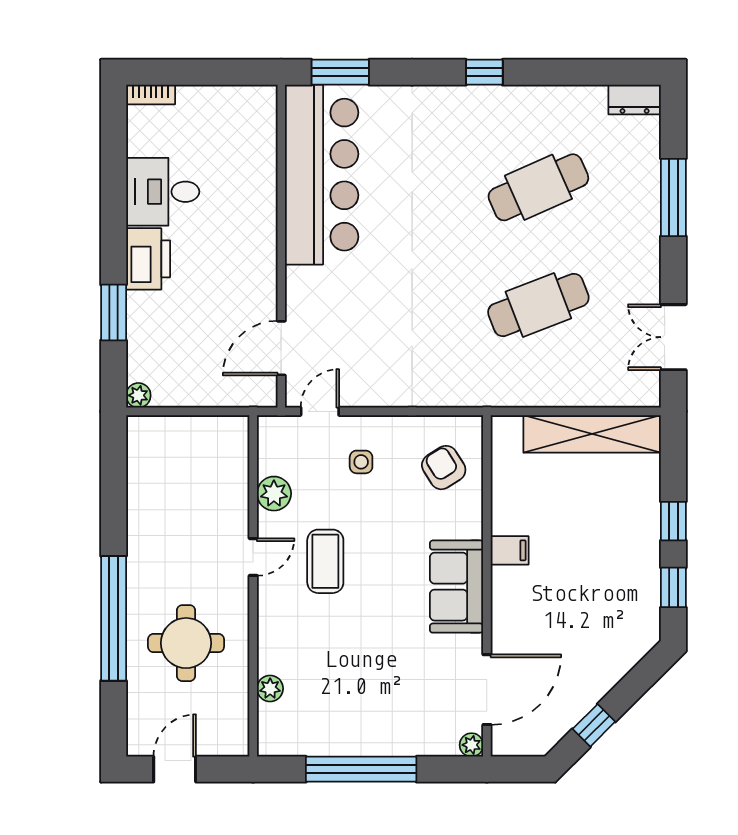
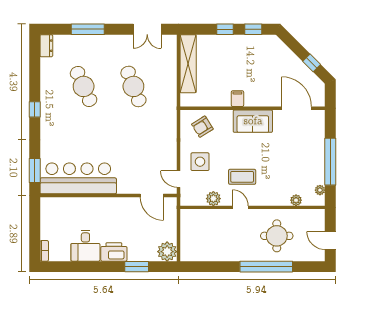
plant: (138, 395) -> (167, 252), width x1.87, depth x1.87
side table: (361, 462) -> (200, 162), width x1.87, depth x1.87
plant: (471, 745) -> (320, 190), moved

